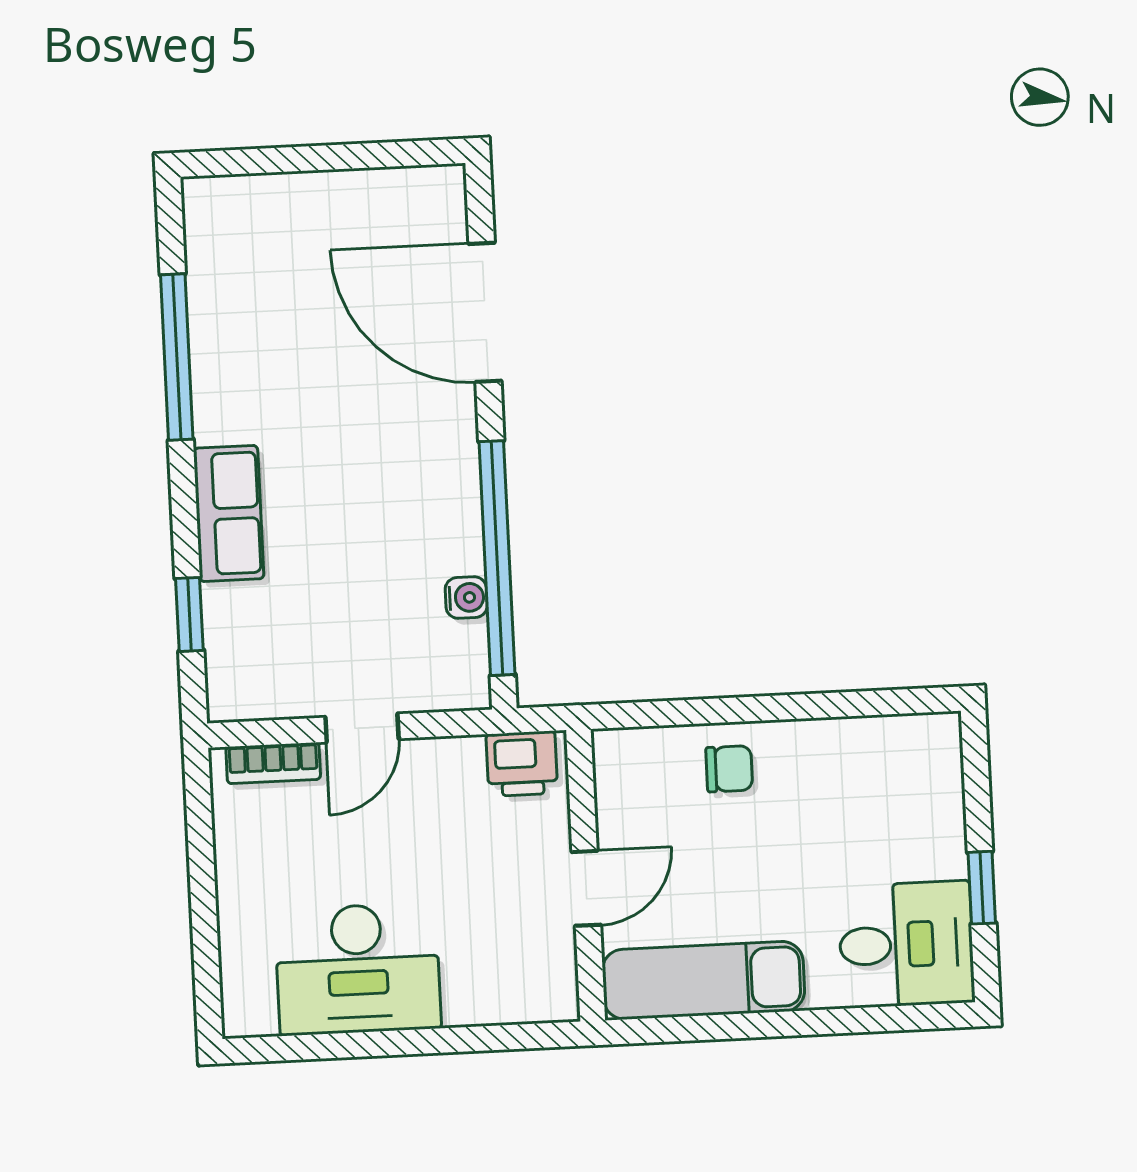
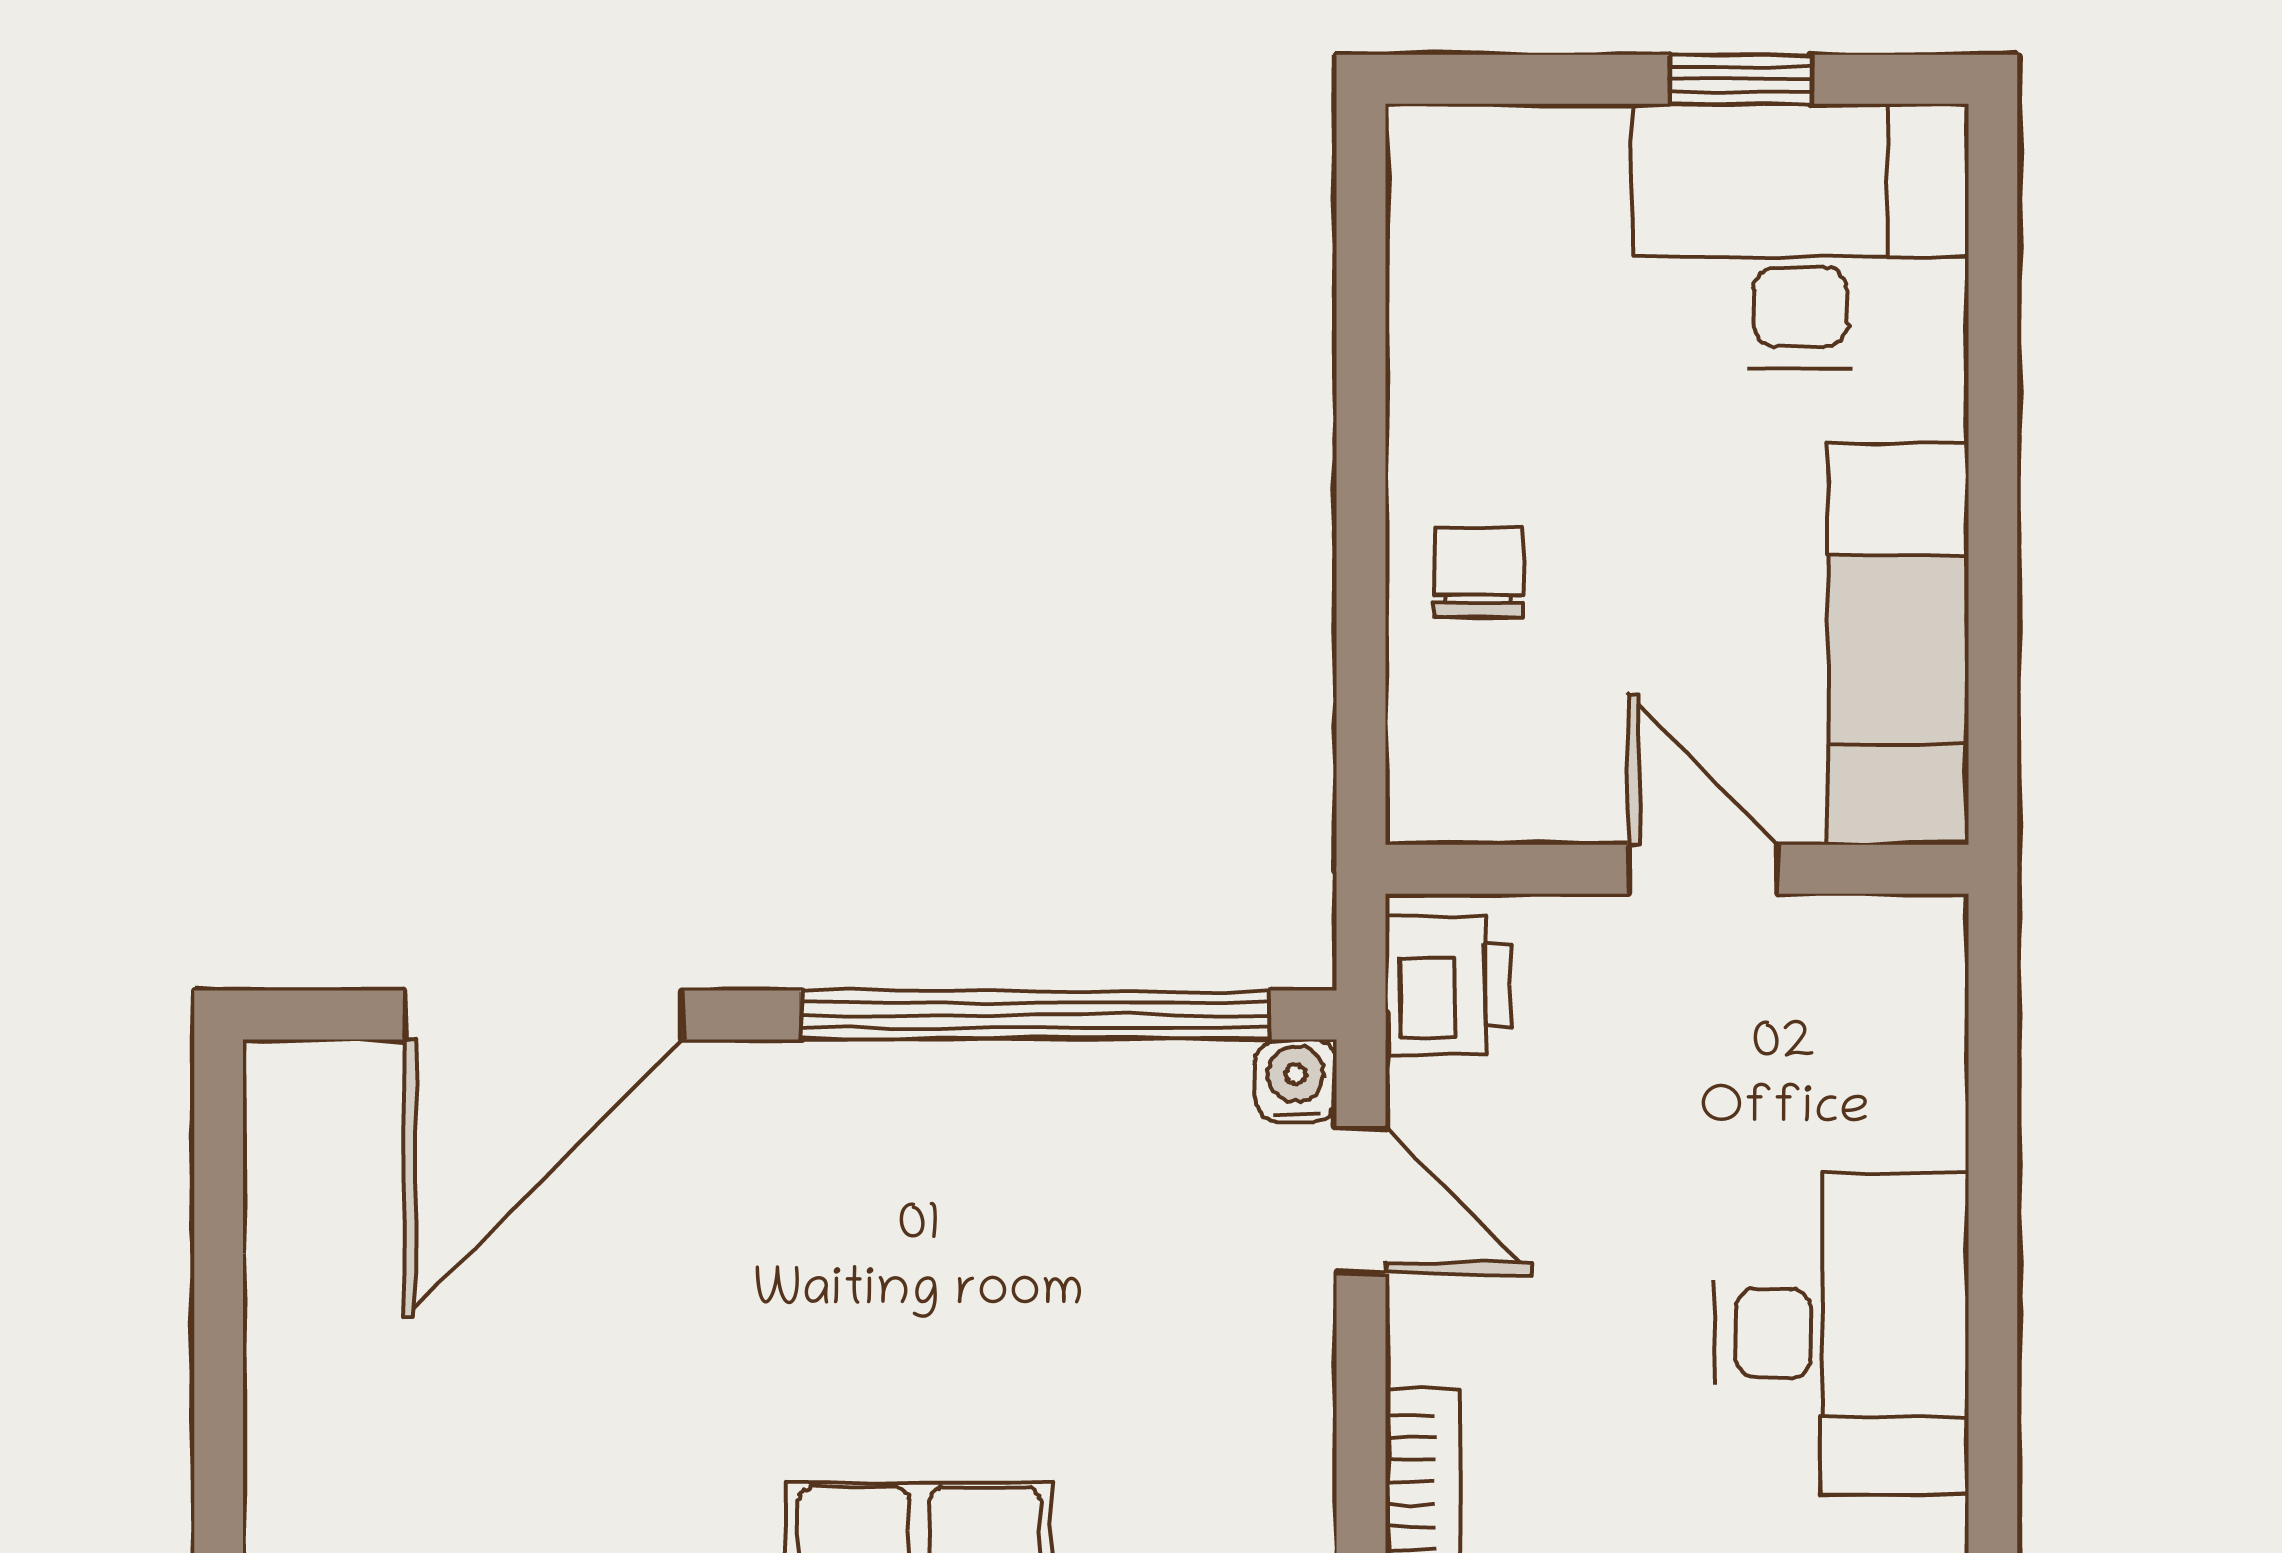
water cooler: (466, 598) -> (1296, 1080), moved
door: (362, 728) -> (1361, 1200), moved
desk: (906, 944) -> (1801, 236), width x1.37

